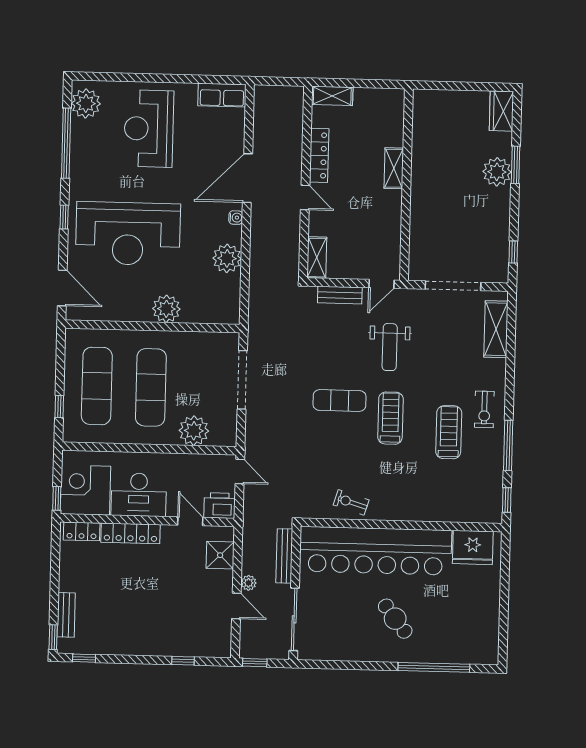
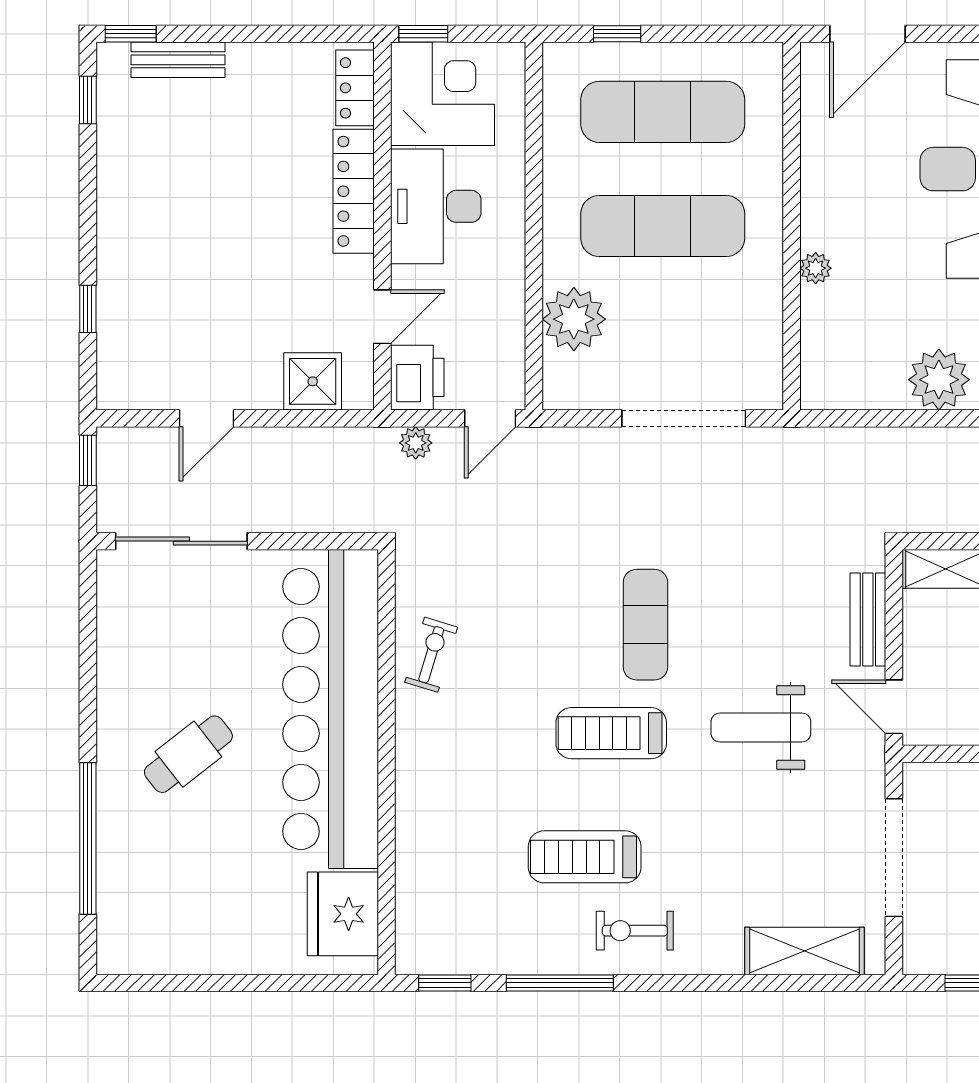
plant: (166, 309) -> (816, 268), width x0.53, depth x0.53
treadmill: (390, 418) -> (611, 733), turned 180
treadmill: (449, 432) -> (585, 857), turned 180
bench: (284, 556) -> (315, 517), removed
plant: (249, 583) -> (416, 443), moved

